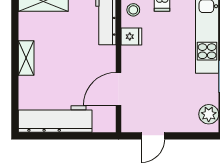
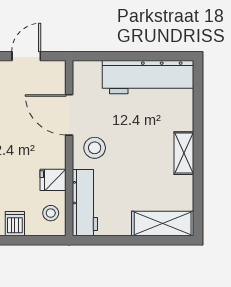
stool: (98, 62) -> (95, 148), added
door: (118, 89) -> (69, 115), swing flipped

